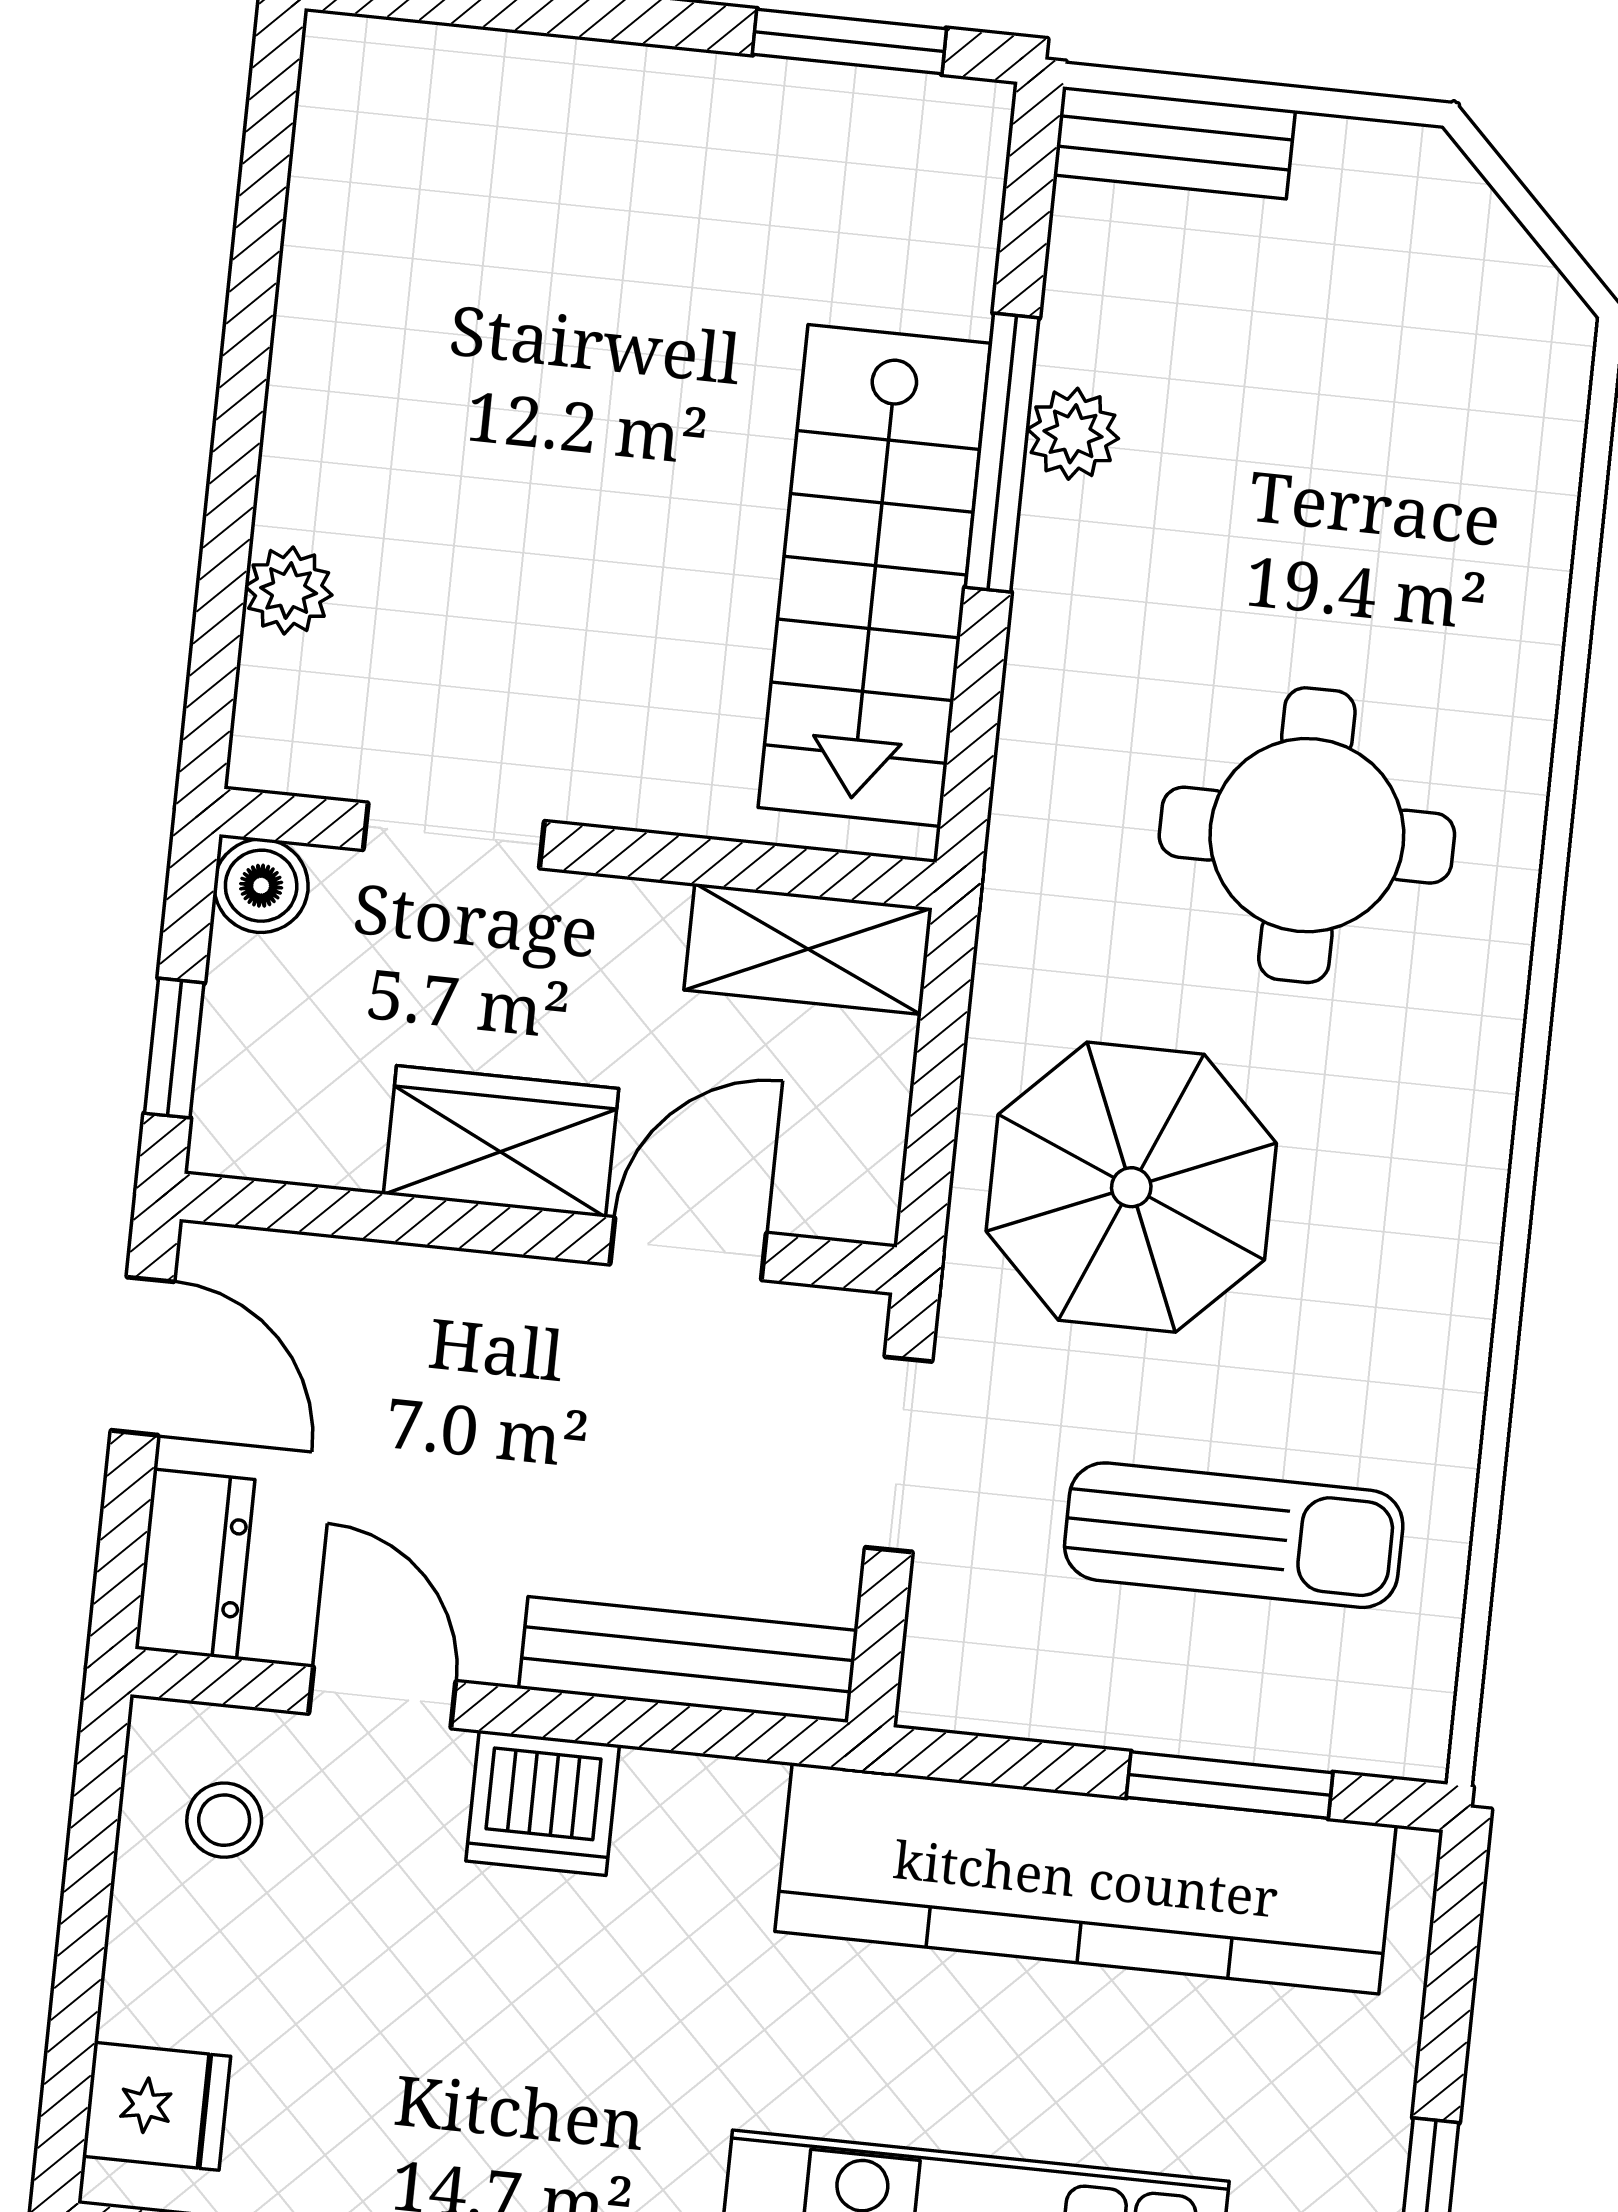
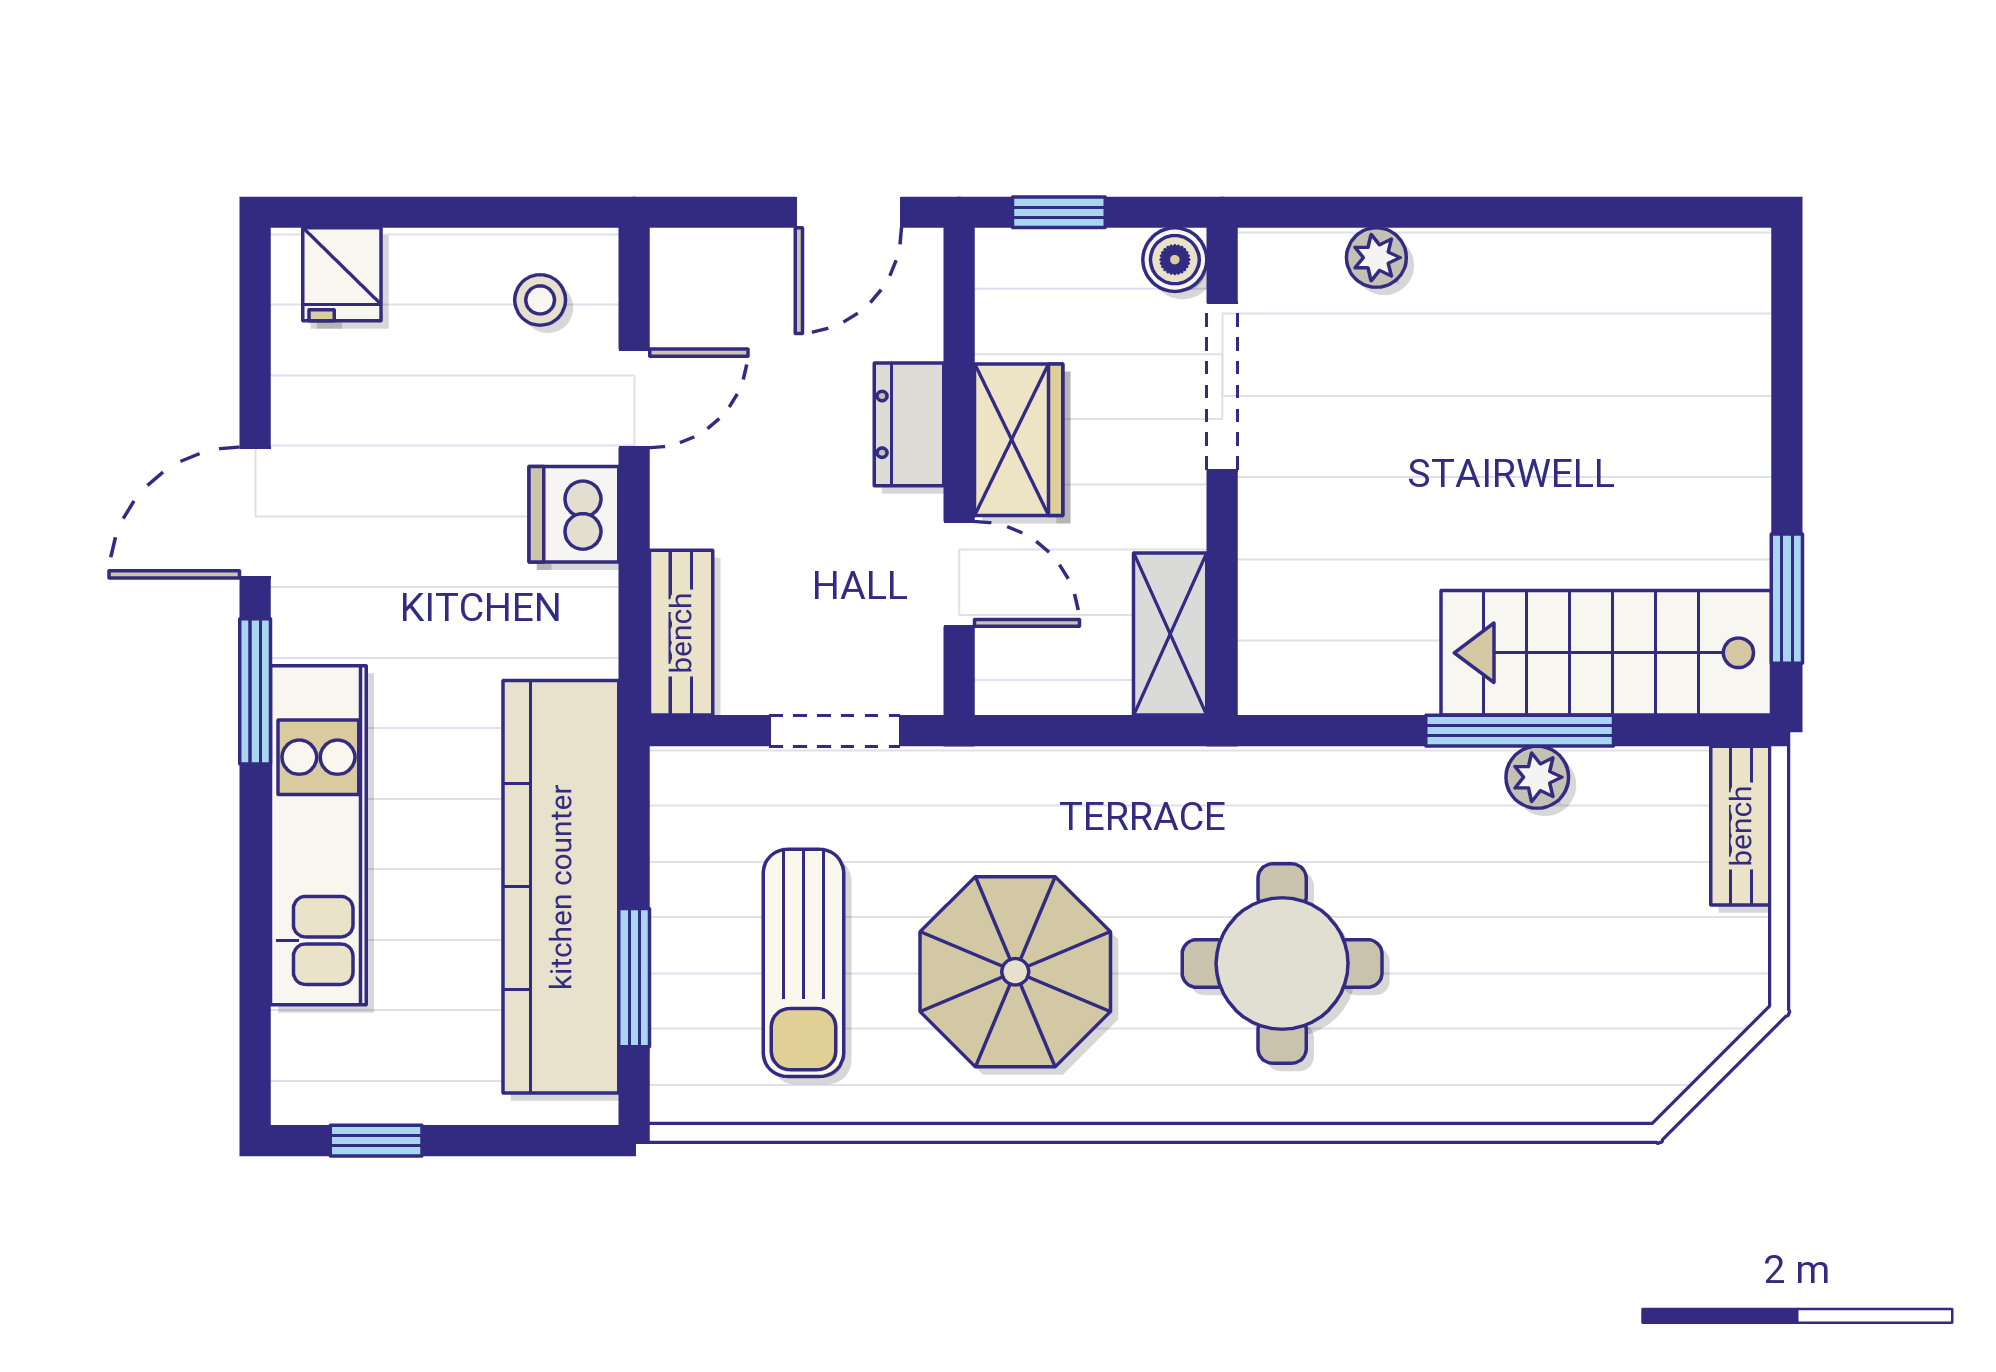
stairs: (874, 575) -> (1606, 653), moved
doorway: (454, 836) -> (1222, 386), width x1.38
parasol: (1131, 1187) -> (1015, 972), moved
dresser: (195, 1564) -> (909, 424), moved, turned 90
bench: (688, 1660) -> (681, 633), width x0.73

